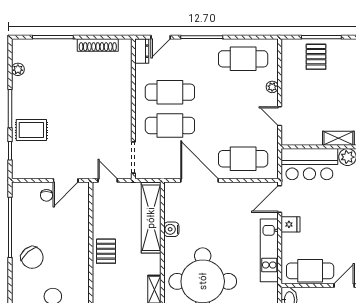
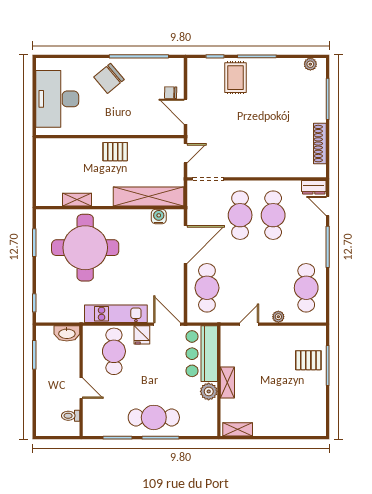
plant: (18, 69) -> (310, 64), moved
water cooler: (171, 229) -> (159, 217), moved
cafe table: (310, 271) -> (114, 351), moved

